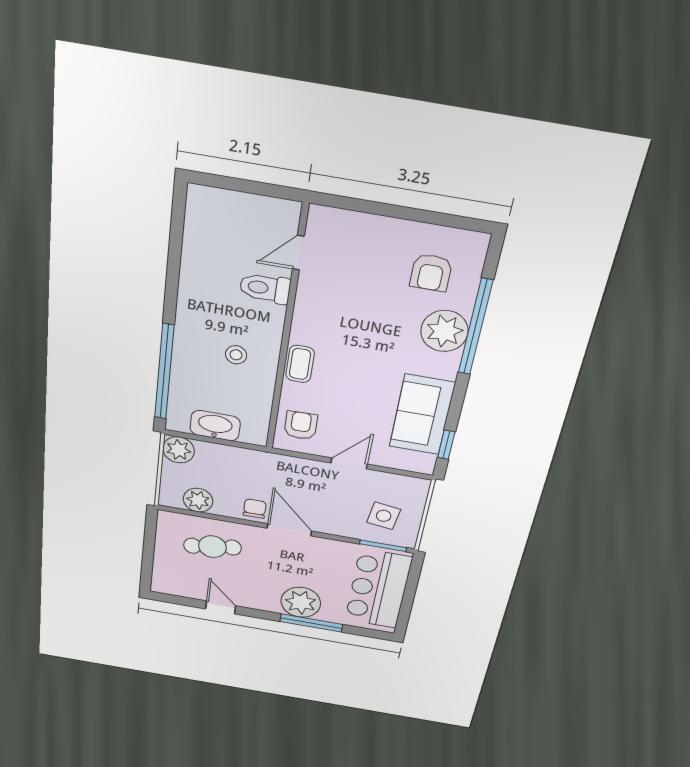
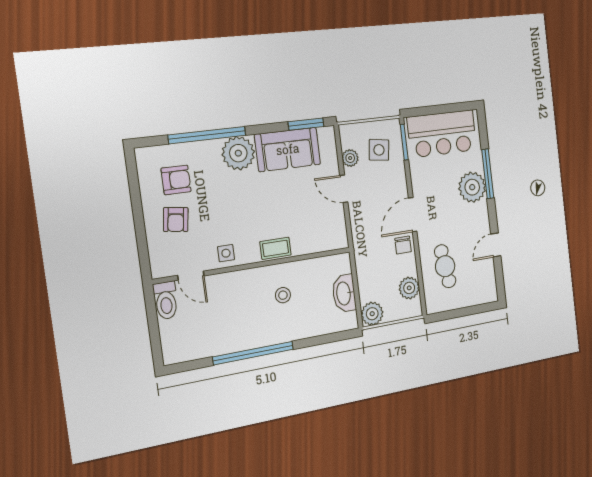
toilet: (265, 288) -> (166, 300), moved
side table: (314, 304) -> (226, 253), added
plant: (444, 331) -> (238, 153), moved
window: (164, 372) -> (253, 353), moved
armchair: (301, 425) -> (176, 220), moved, turned -81
window: (446, 445) -> (306, 124), width x1.50
plant: (385, 481) -> (350, 158), added
chair: (255, 509) -> (403, 245), turned -90

